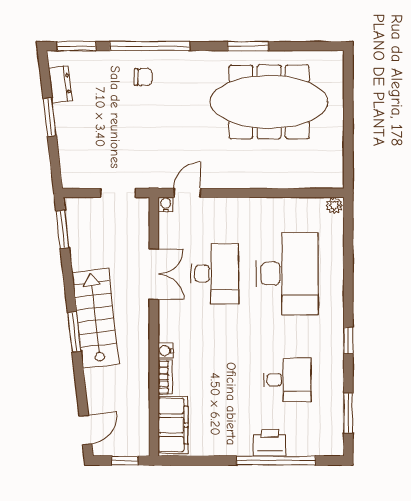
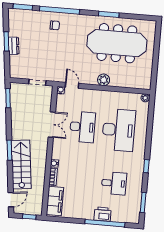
dresser: (60, 84) -> (14, 46), moved
plant: (249, 177) -> (104, 80), added
door: (187, 193) -> (72, 85), hinge flipped
stairs: (95, 318) -> (21, 165), moved

